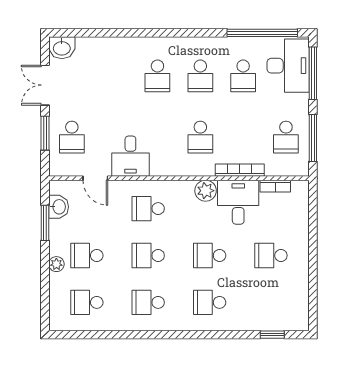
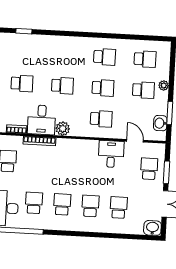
school desk: (200, 137) -> (119, 207), moved
school desk: (210, 302) -> (64, 55), removed

